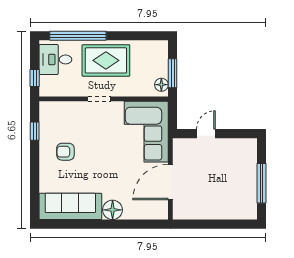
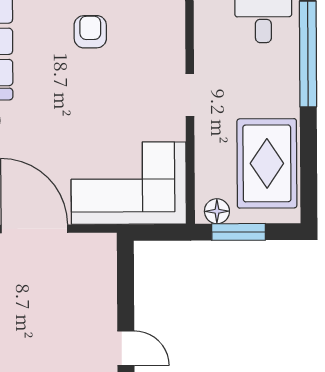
rug: (106, 60) -> (267, 163), moved
door: (206, 134) -> (126, 348), moved

